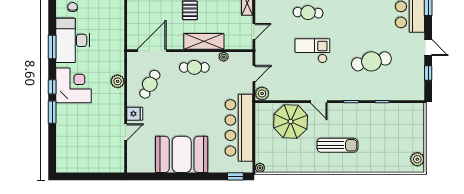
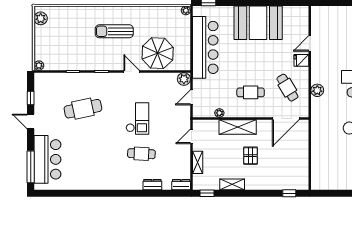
checkout: (312, 51) -> (137, 118), turned -90
cafe table: (194, 67) -> (251, 92), moved
cafe table: (150, 84) -> (287, 88), turned -59
plant: (419, 108) -> (39, 66), added

